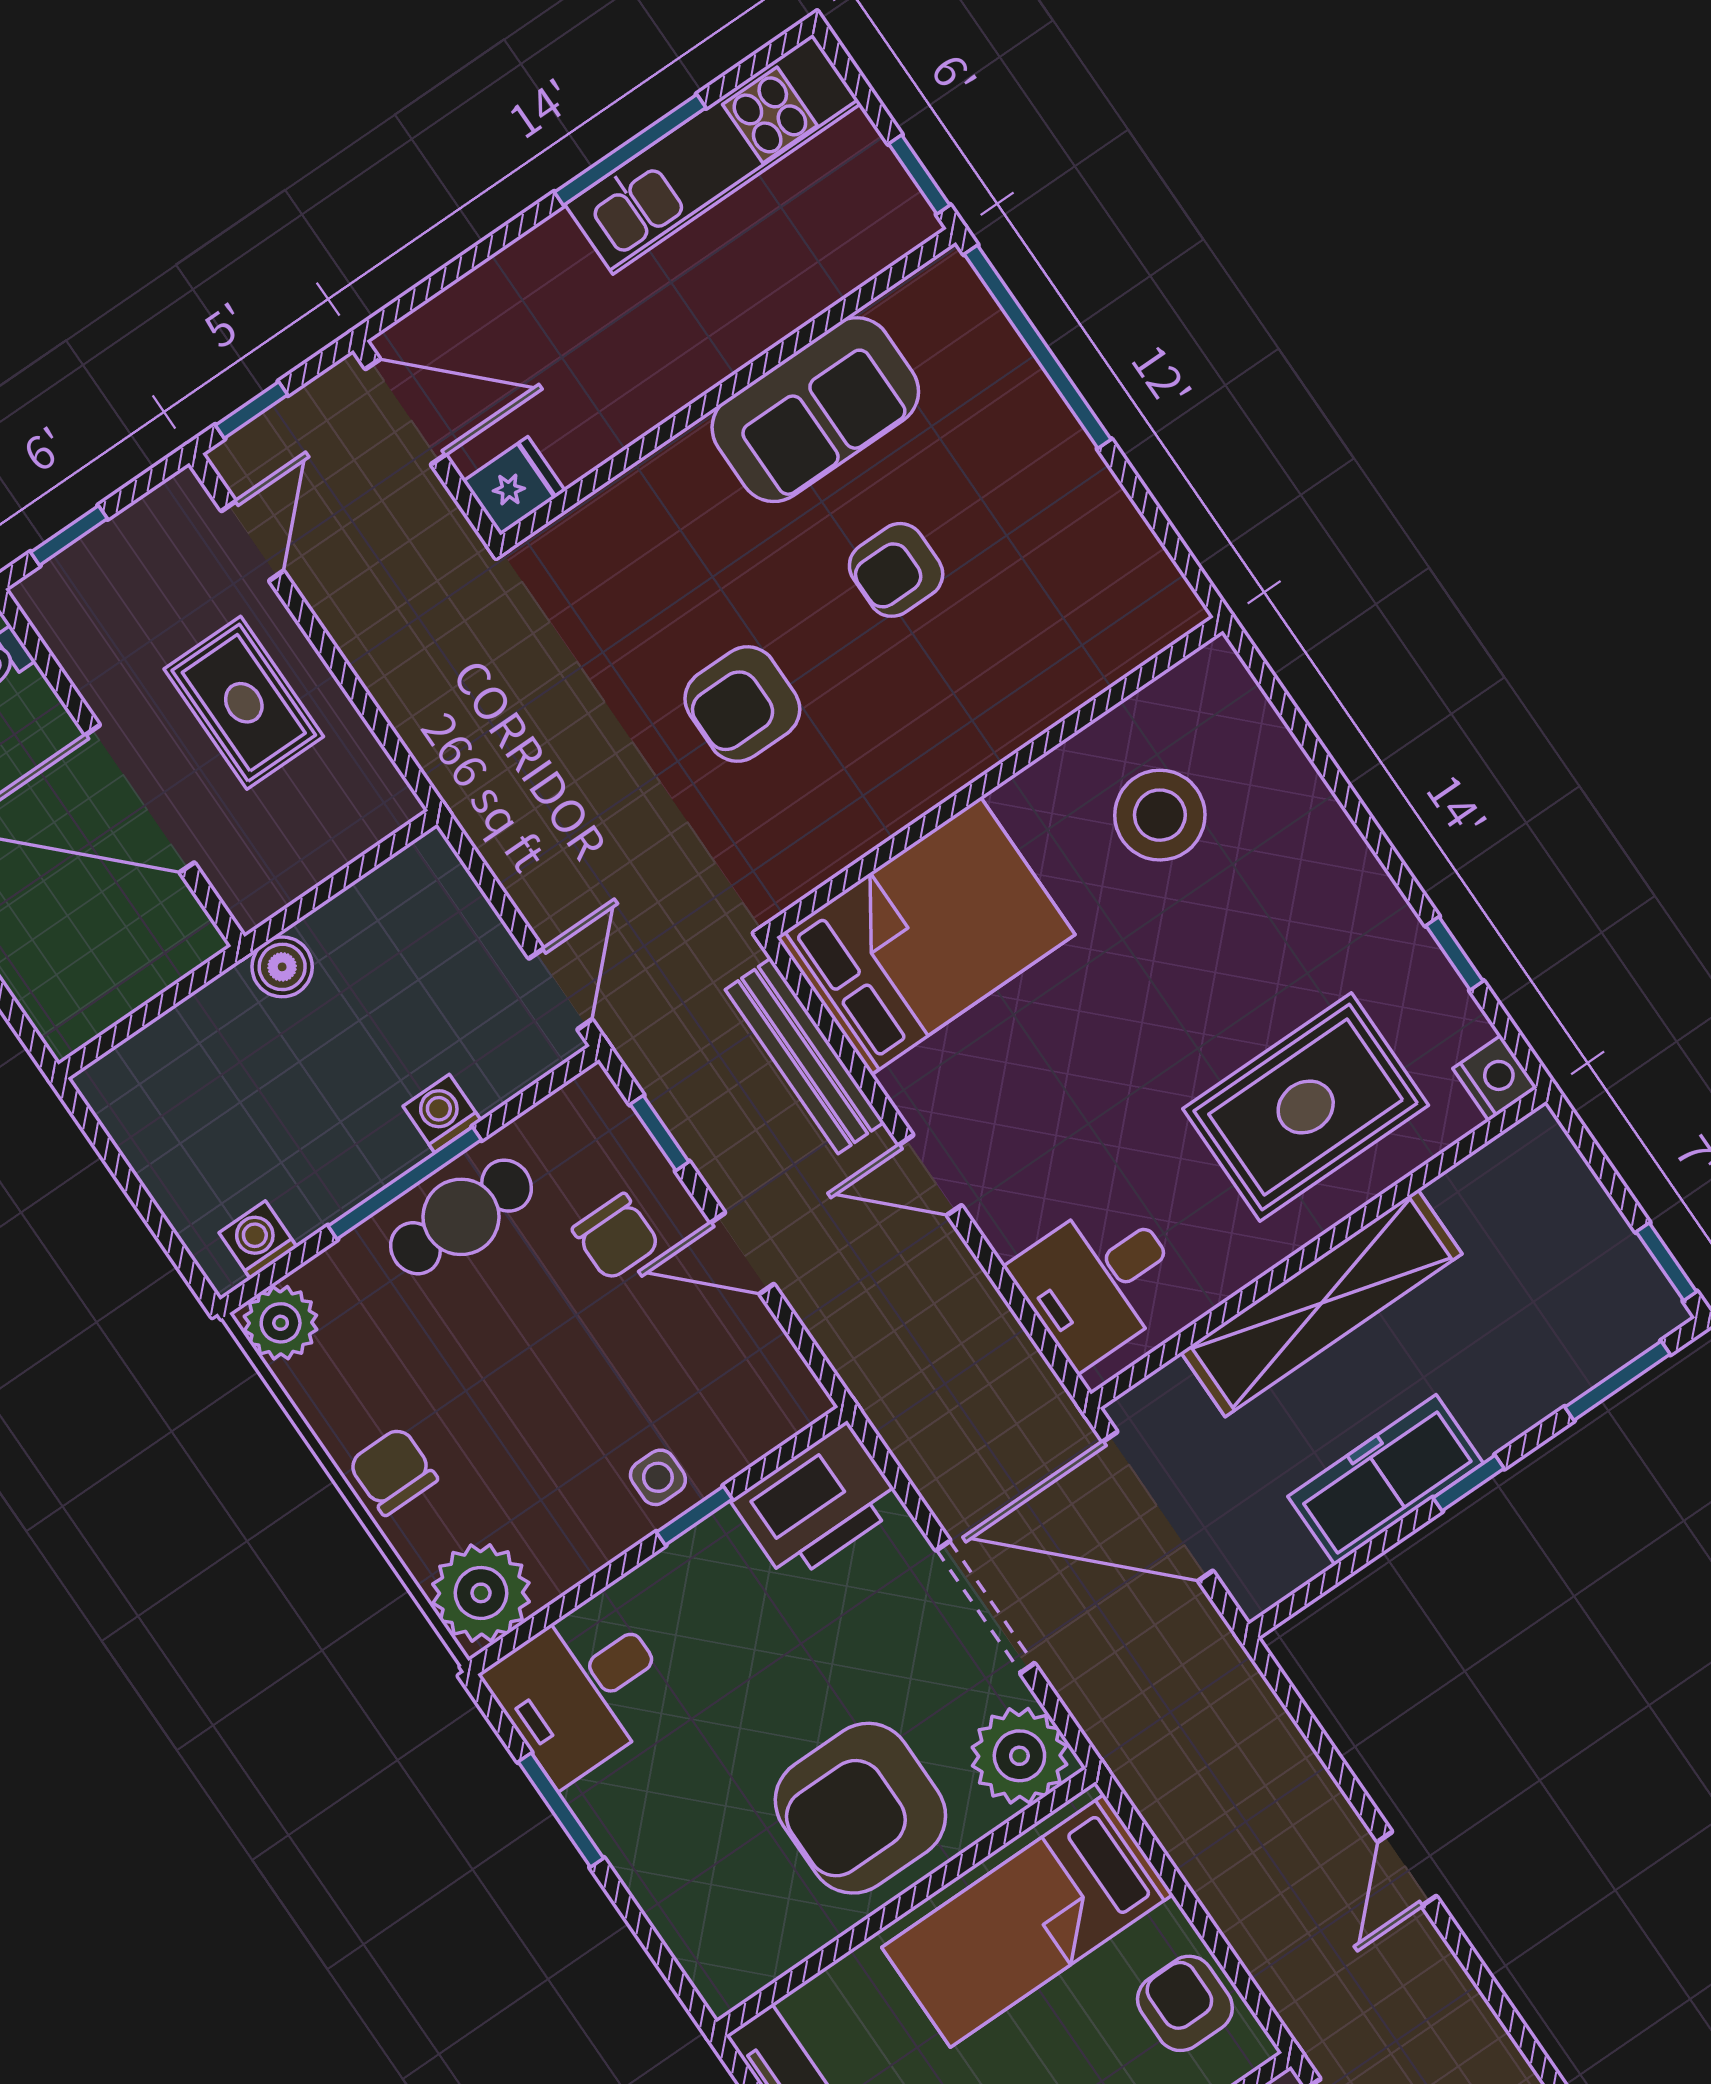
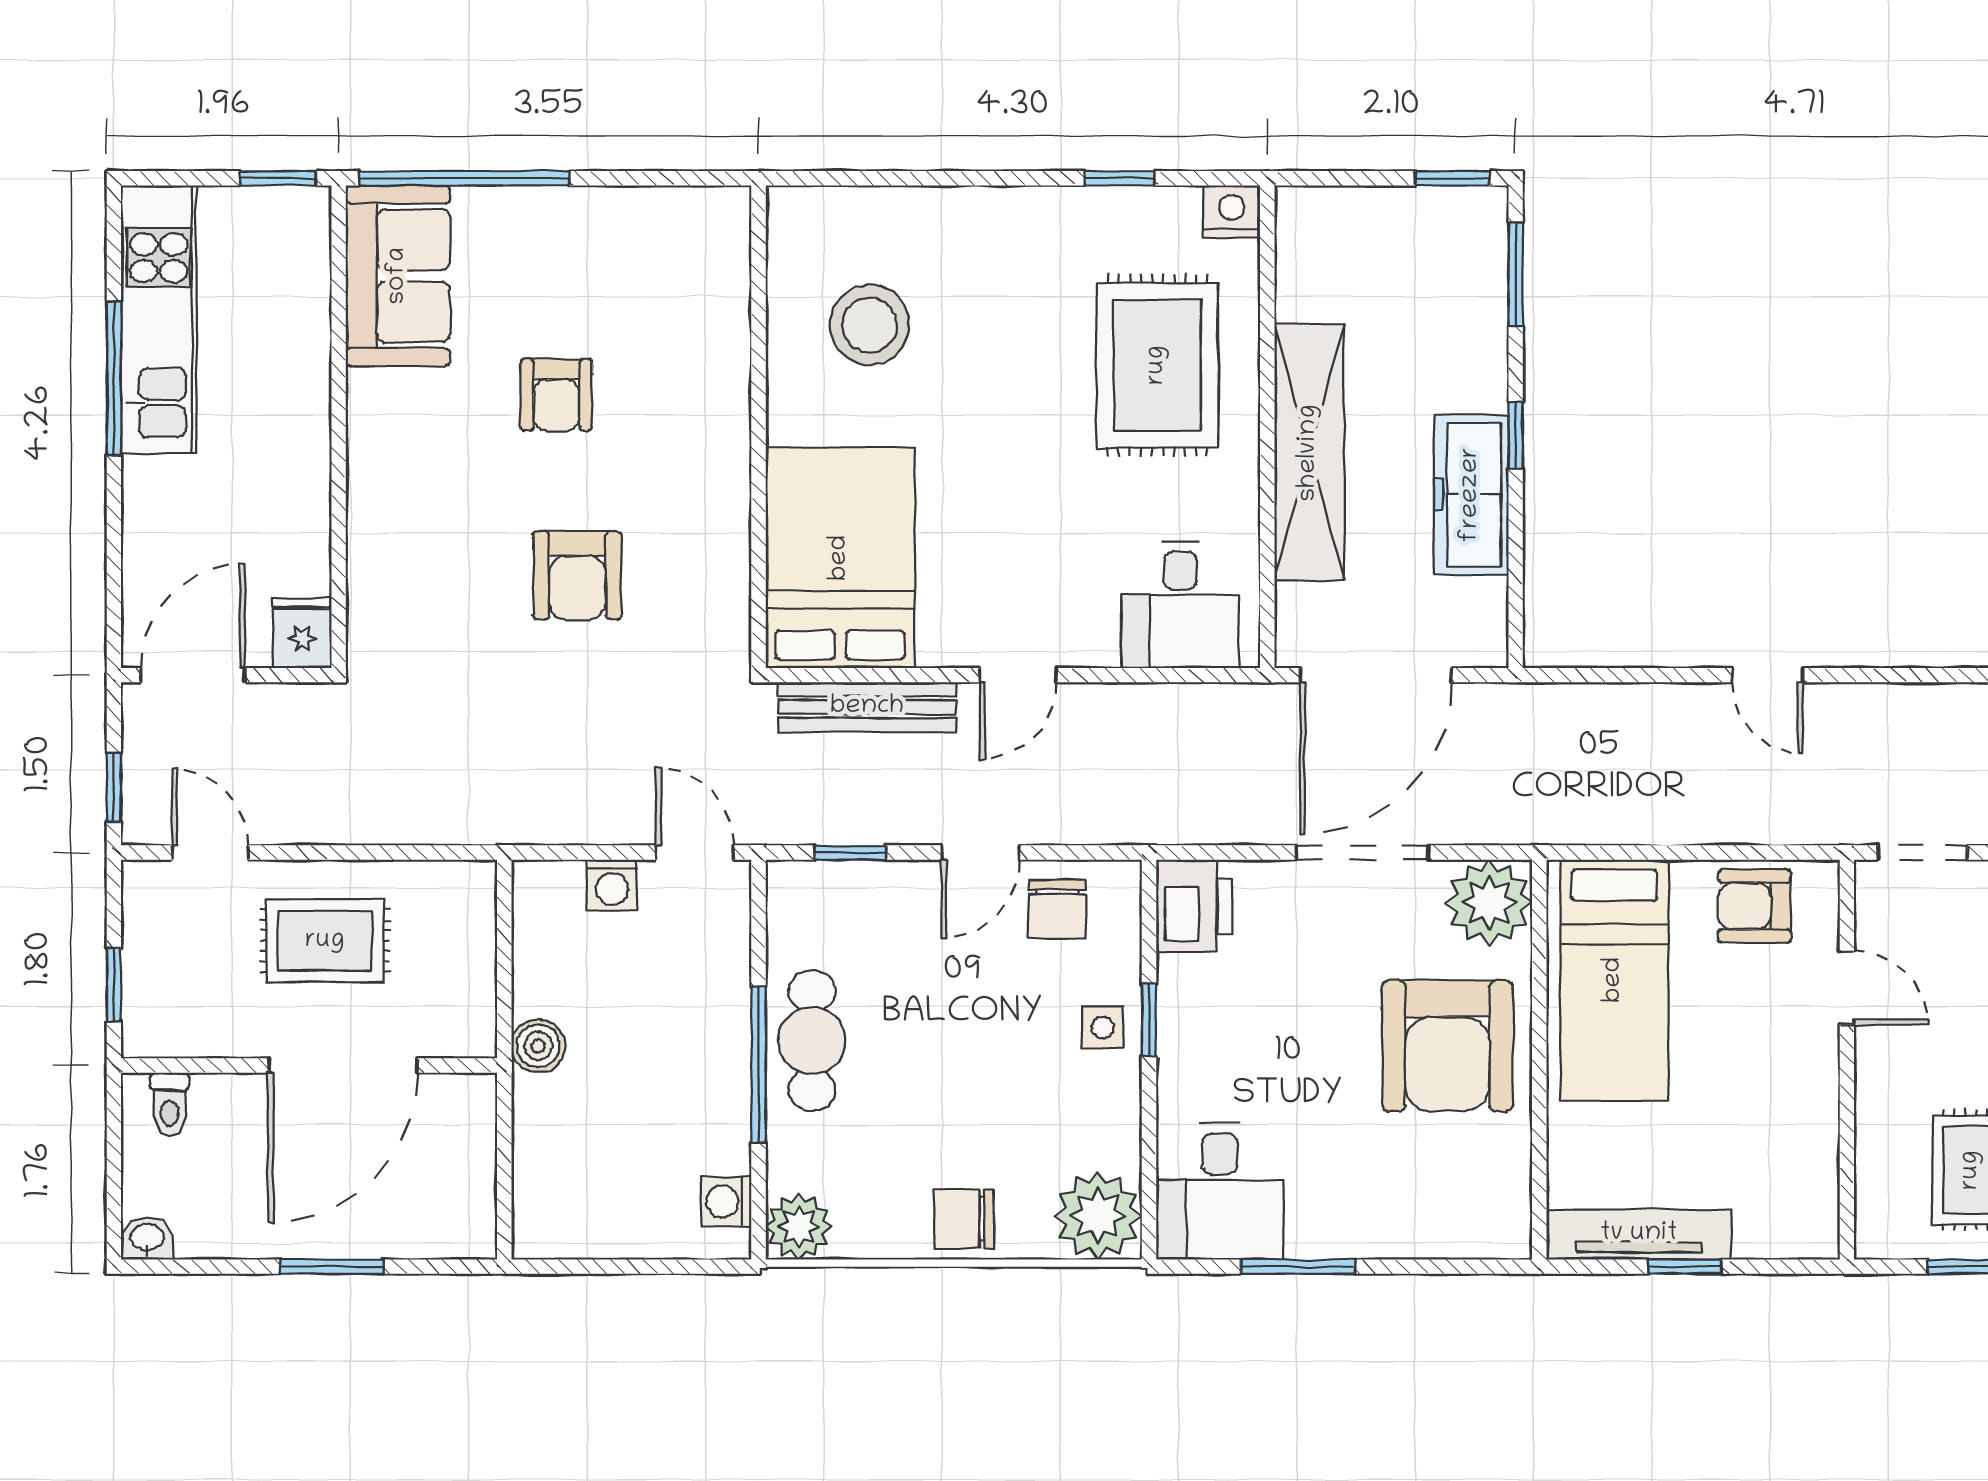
sofa: (815, 410) -> (398, 276), moved
washing machine: (442, 1113) -> (612, 885), moved, turned -90
chair: (616, 1237) -> (1057, 909), moved, turned 90
printer: (818, 1503) -> (1194, 906), width x0.73, depth x0.84

